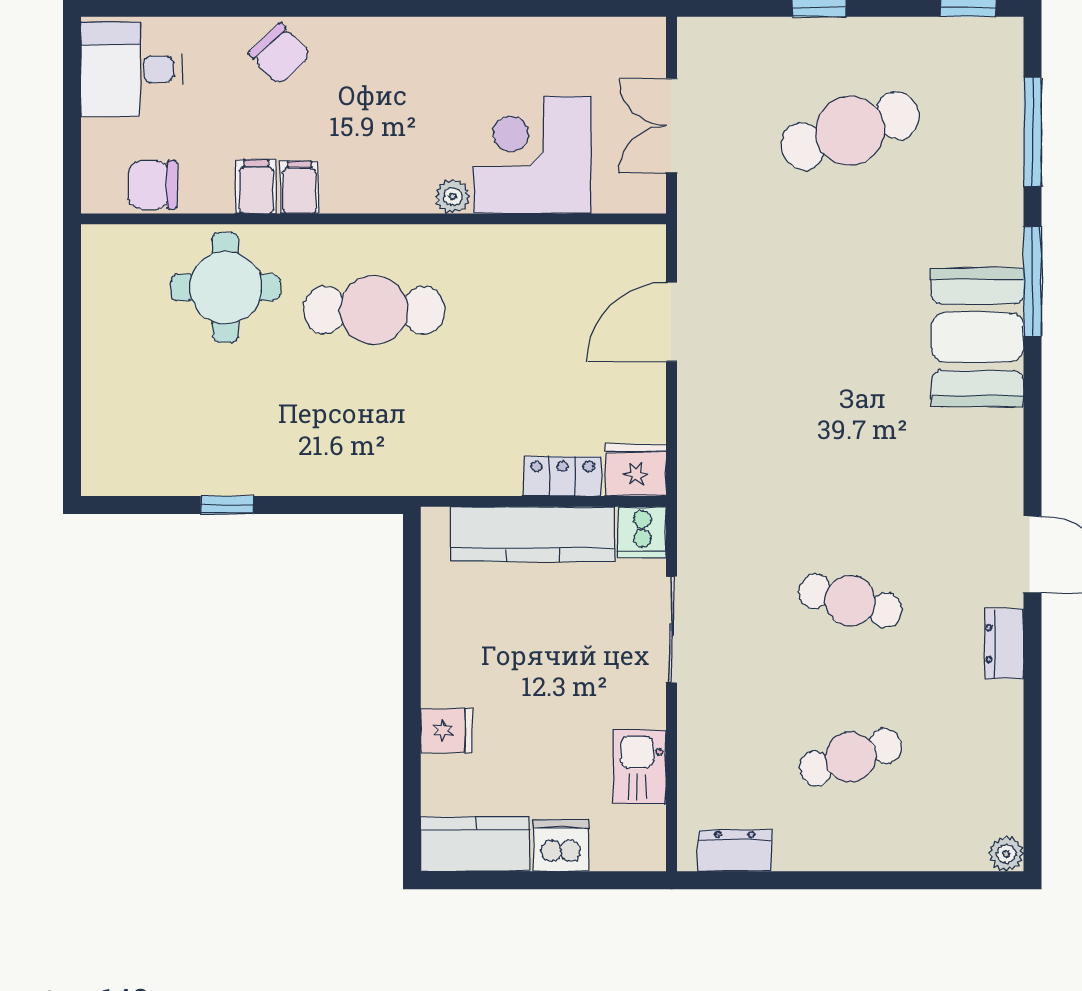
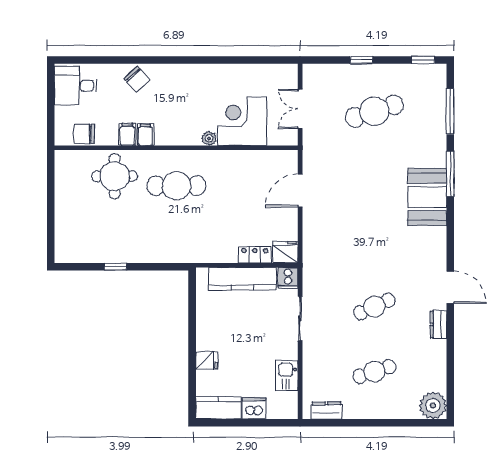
cafe table: (850, 601) -> (374, 306), turned -39
plant: (1006, 854) -> (433, 405), width x1.87, depth x1.87

